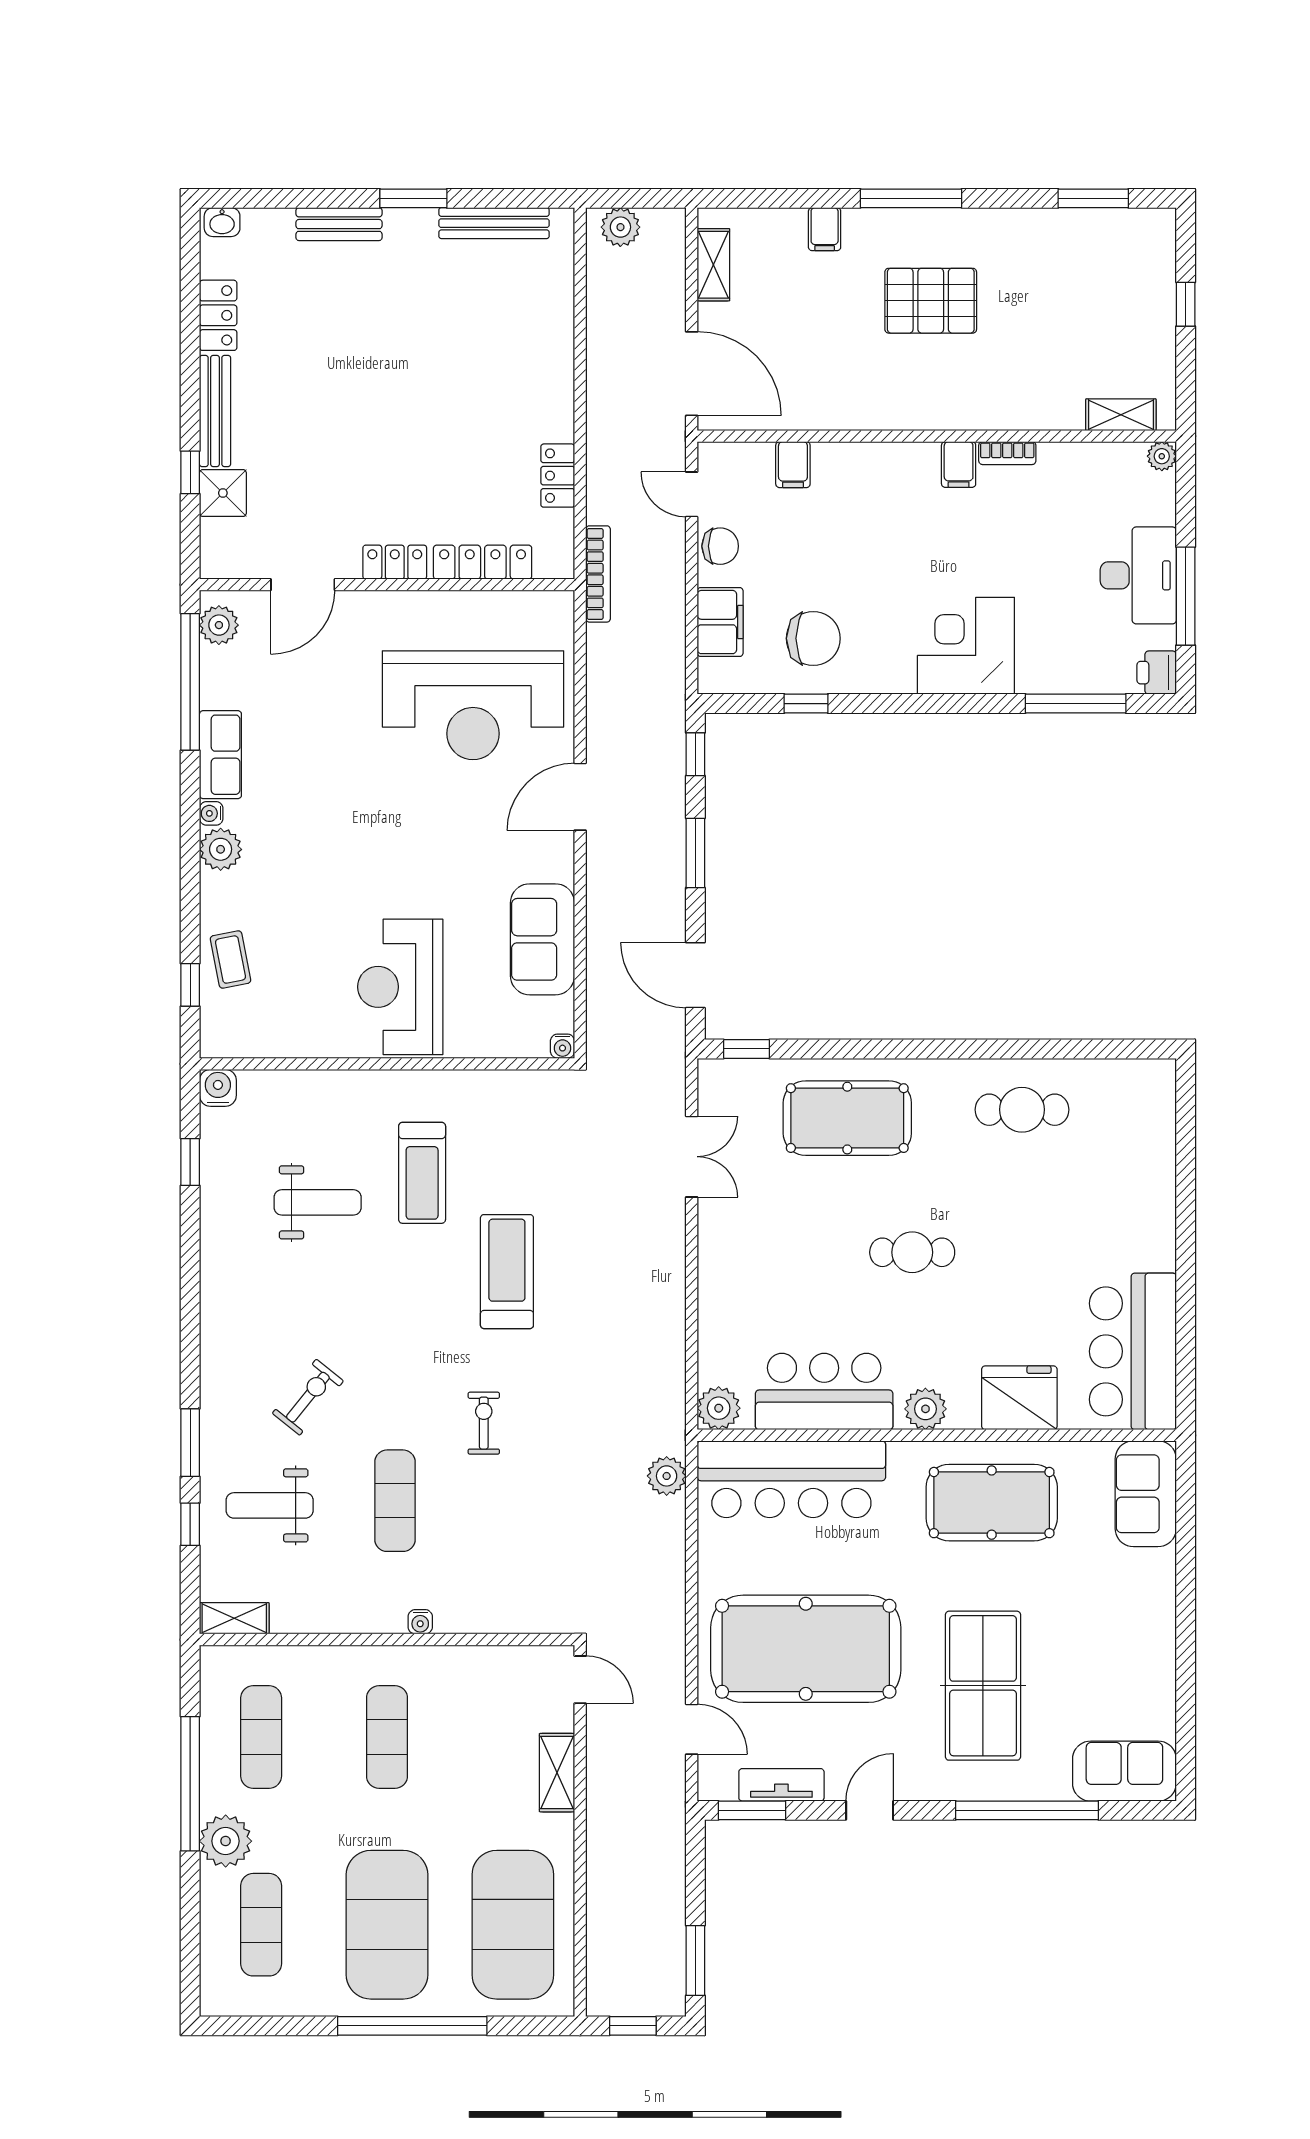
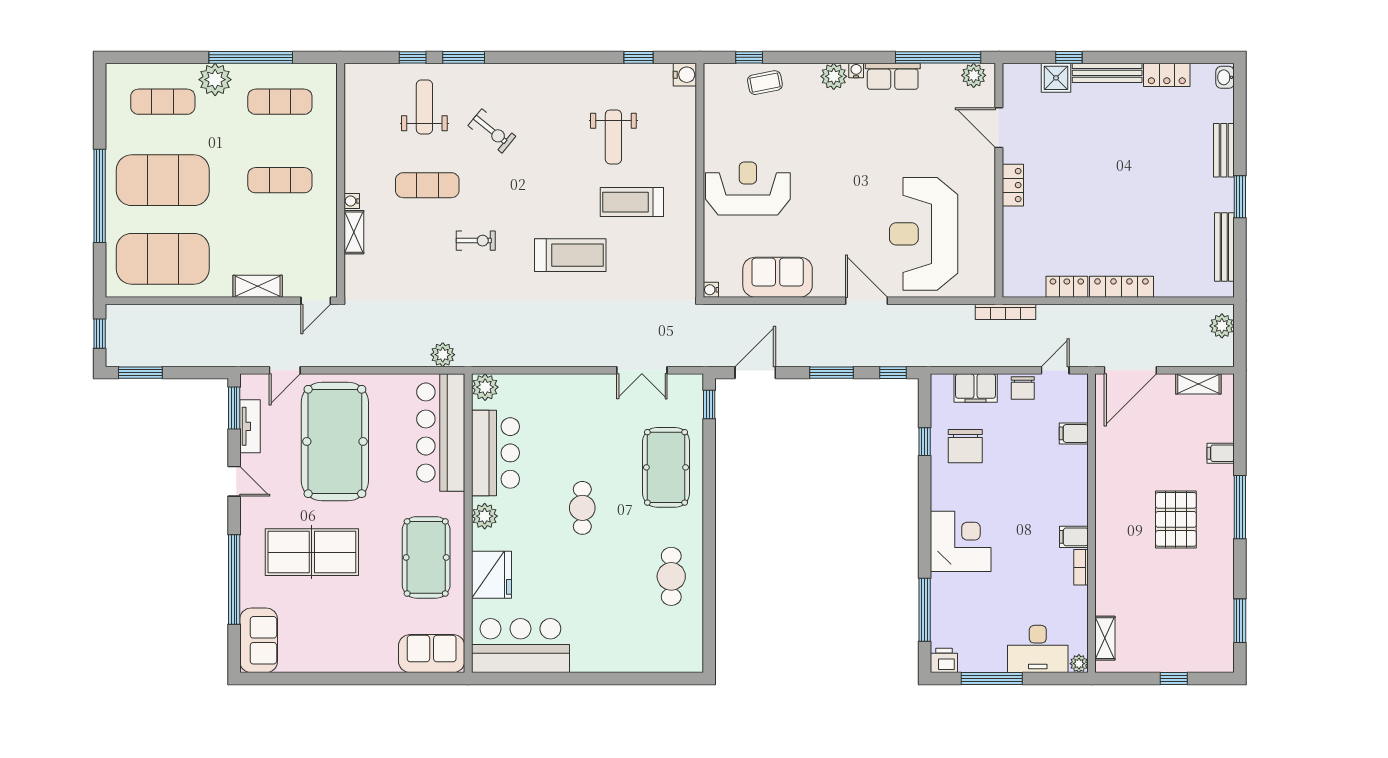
locker: (483, 562) -> (1121, 287), moved, turned -90
desk: (1138, 575) -> (1038, 649), moved
shelving: (234, 1618) -> (354, 232), moved

